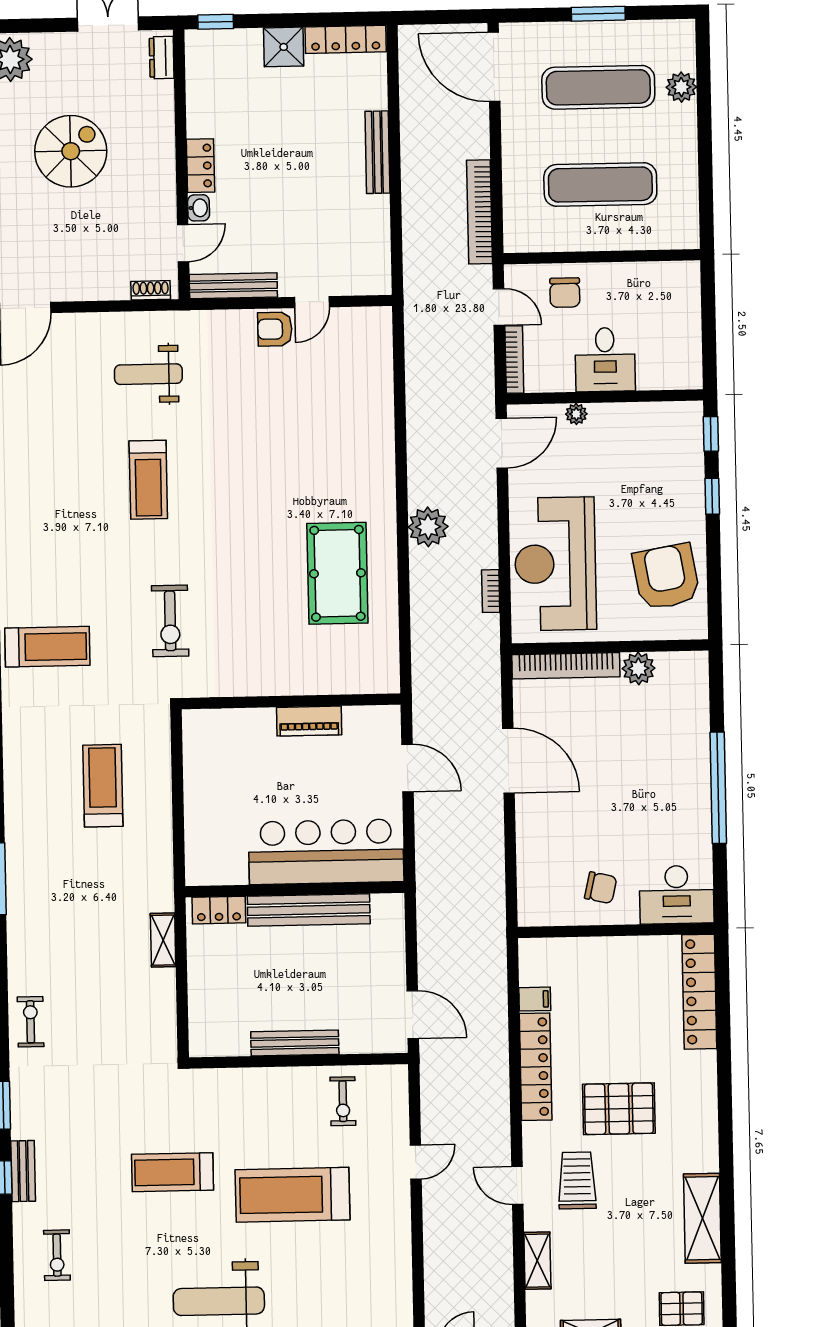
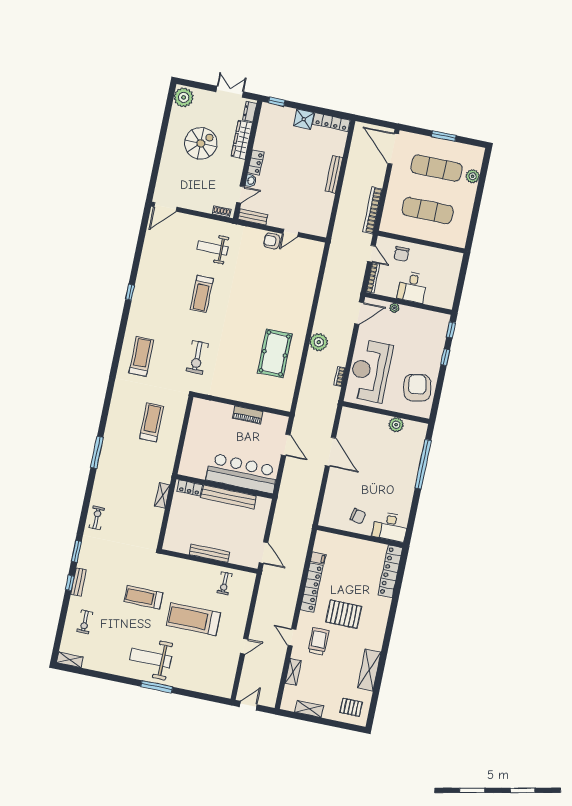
wardrobe: (159, 123) -> (242, 140), added
bench: (233, 286) -> (253, 217), width x0.73
treadmill: (47, 647) -> (141, 356), turned -90
bookcase: (566, 666) -> (365, 416), removed
window: (718, 788) -> (423, 464), moved
door: (416, 1162) -> (244, 646), moved

